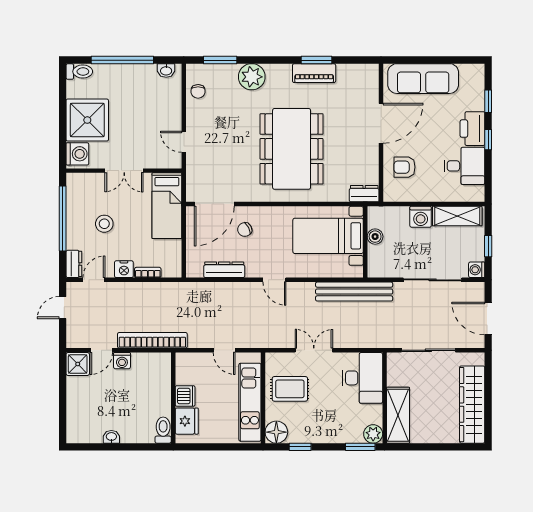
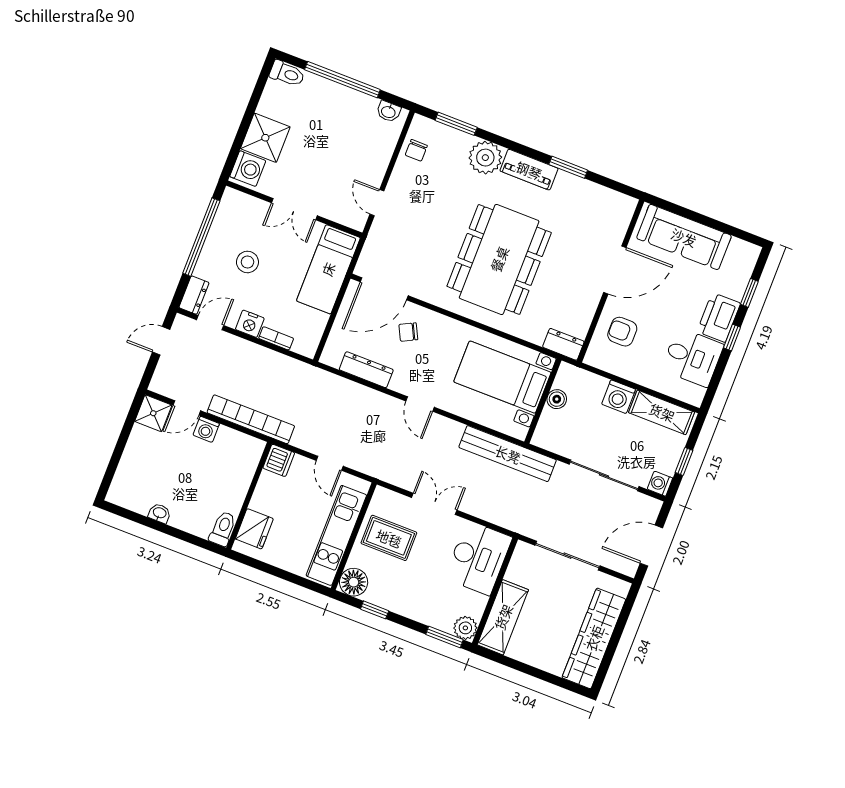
piano: (314, 73) -> (529, 170), moved
shower: (87, 120) -> (265, 138), width x0.73, depth x0.73
door: (488, 319) -> (651, 546), hinge flipped
dishwasher: (185, 396) -> (279, 460), moved

